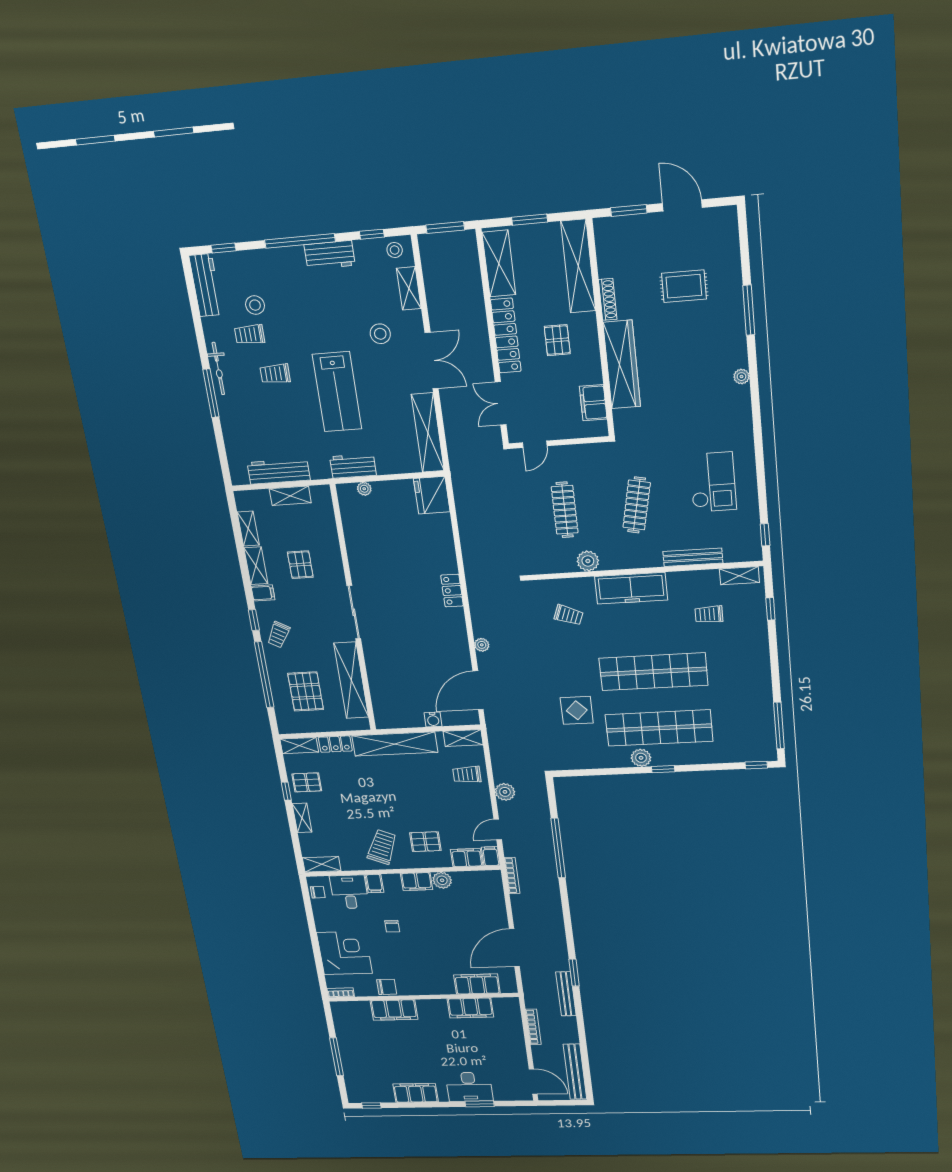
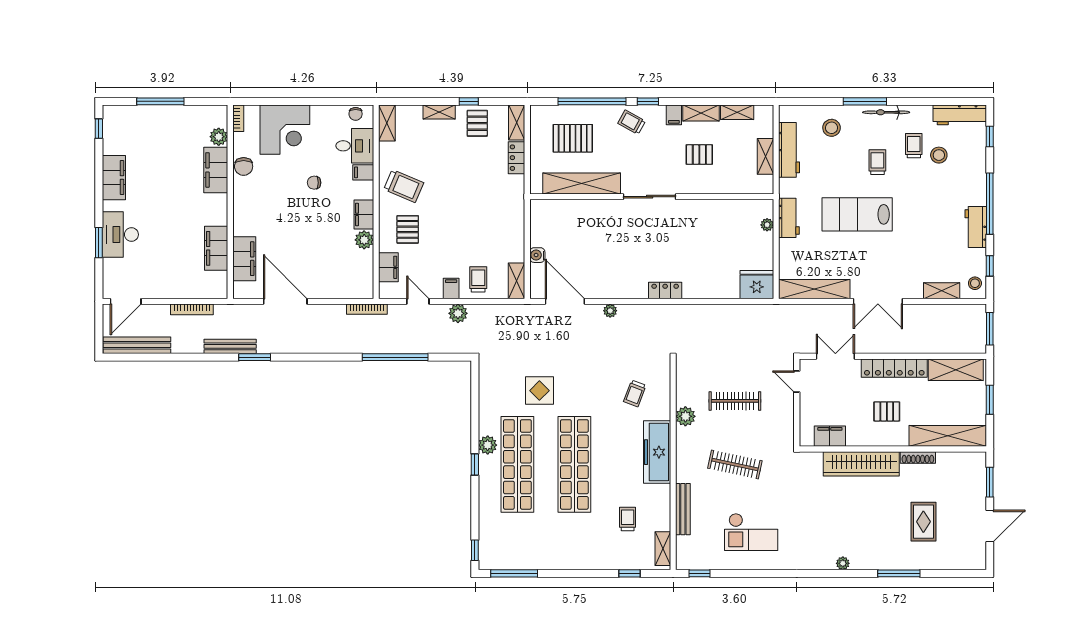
stool: (380, 334) -> (832, 128), moved
shelving: (395, 744) -> (514, 215), removed
filing cabinet: (491, 856) -> (451, 288), moved, turned -90
plant: (361, 1008) -> (219, 137), added

